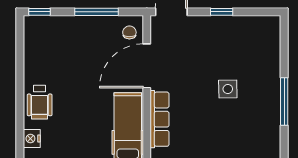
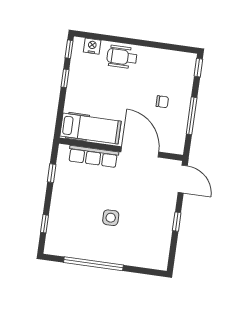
chair: (129, 32) -> (162, 102), moved
window: (284, 102) -> (93, 264), width x1.46

